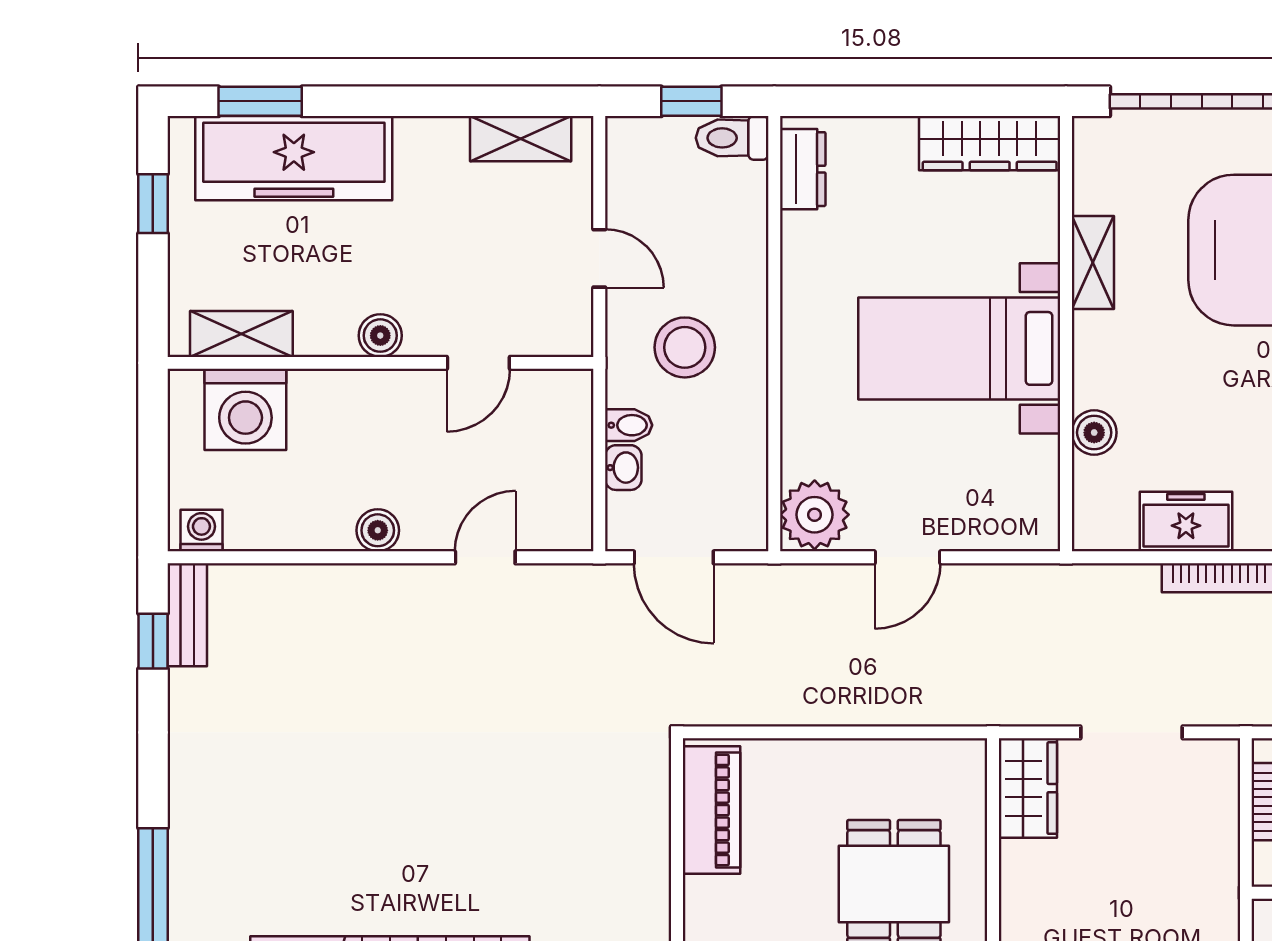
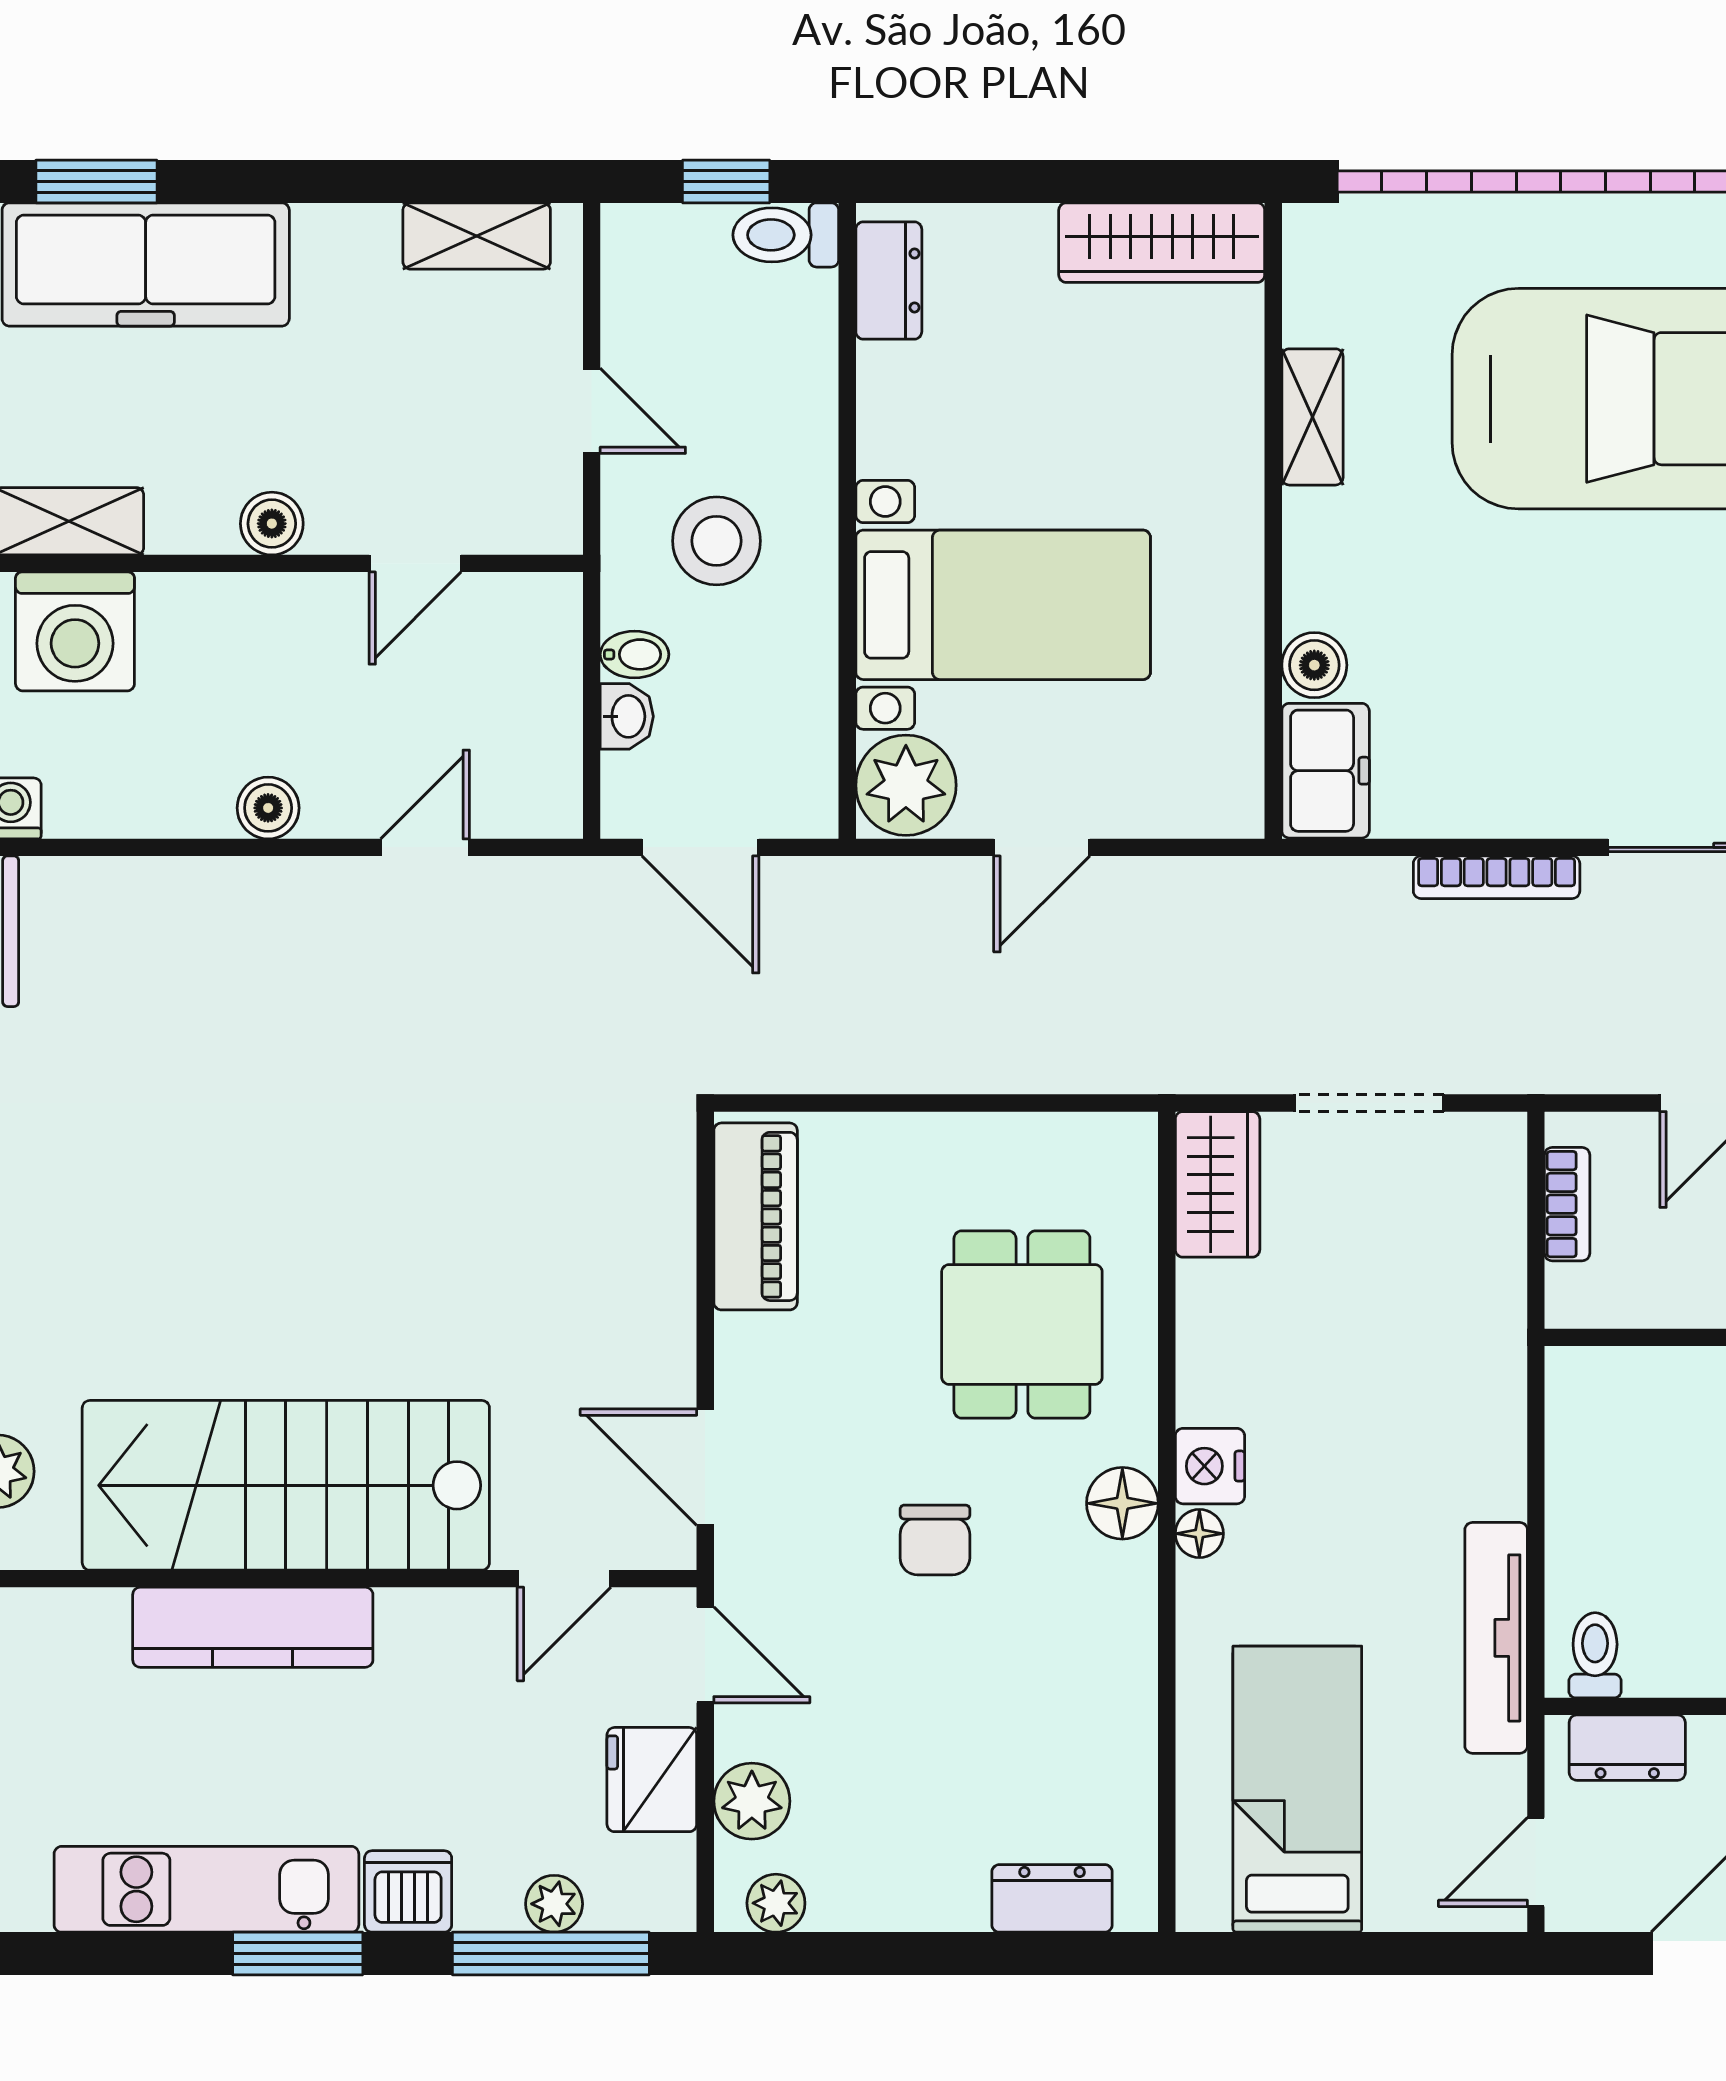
bed with nightstands: (959, 348) -> (1003, 605), moved, turned 180
freezer: (1186, 522) -> (1326, 771), moved, turned 90

